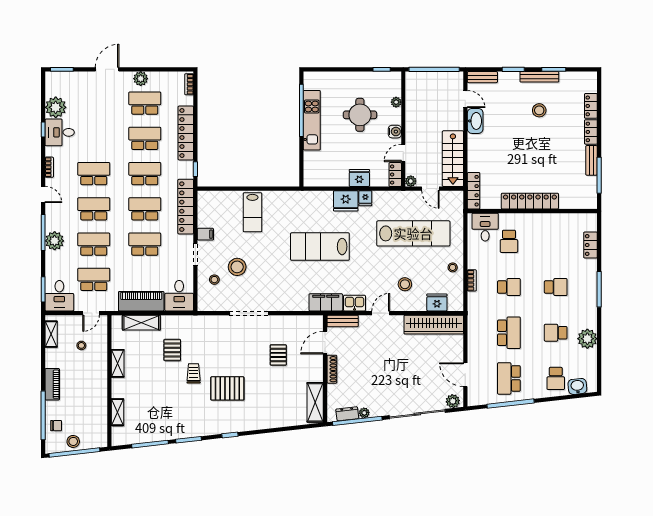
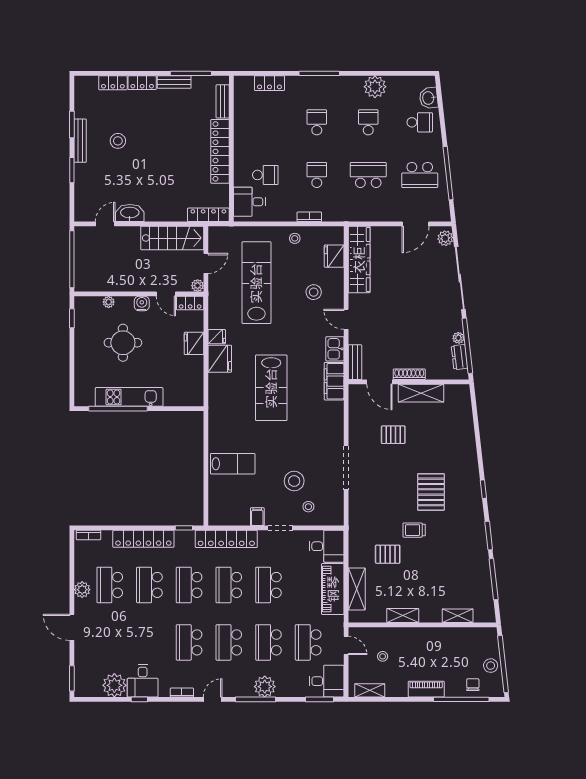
bench: (482, 77) -> (223, 101), moved
school desk: (556, 333) -> (368, 122), turned 180
shelving: (315, 402) -> (421, 393), moved

